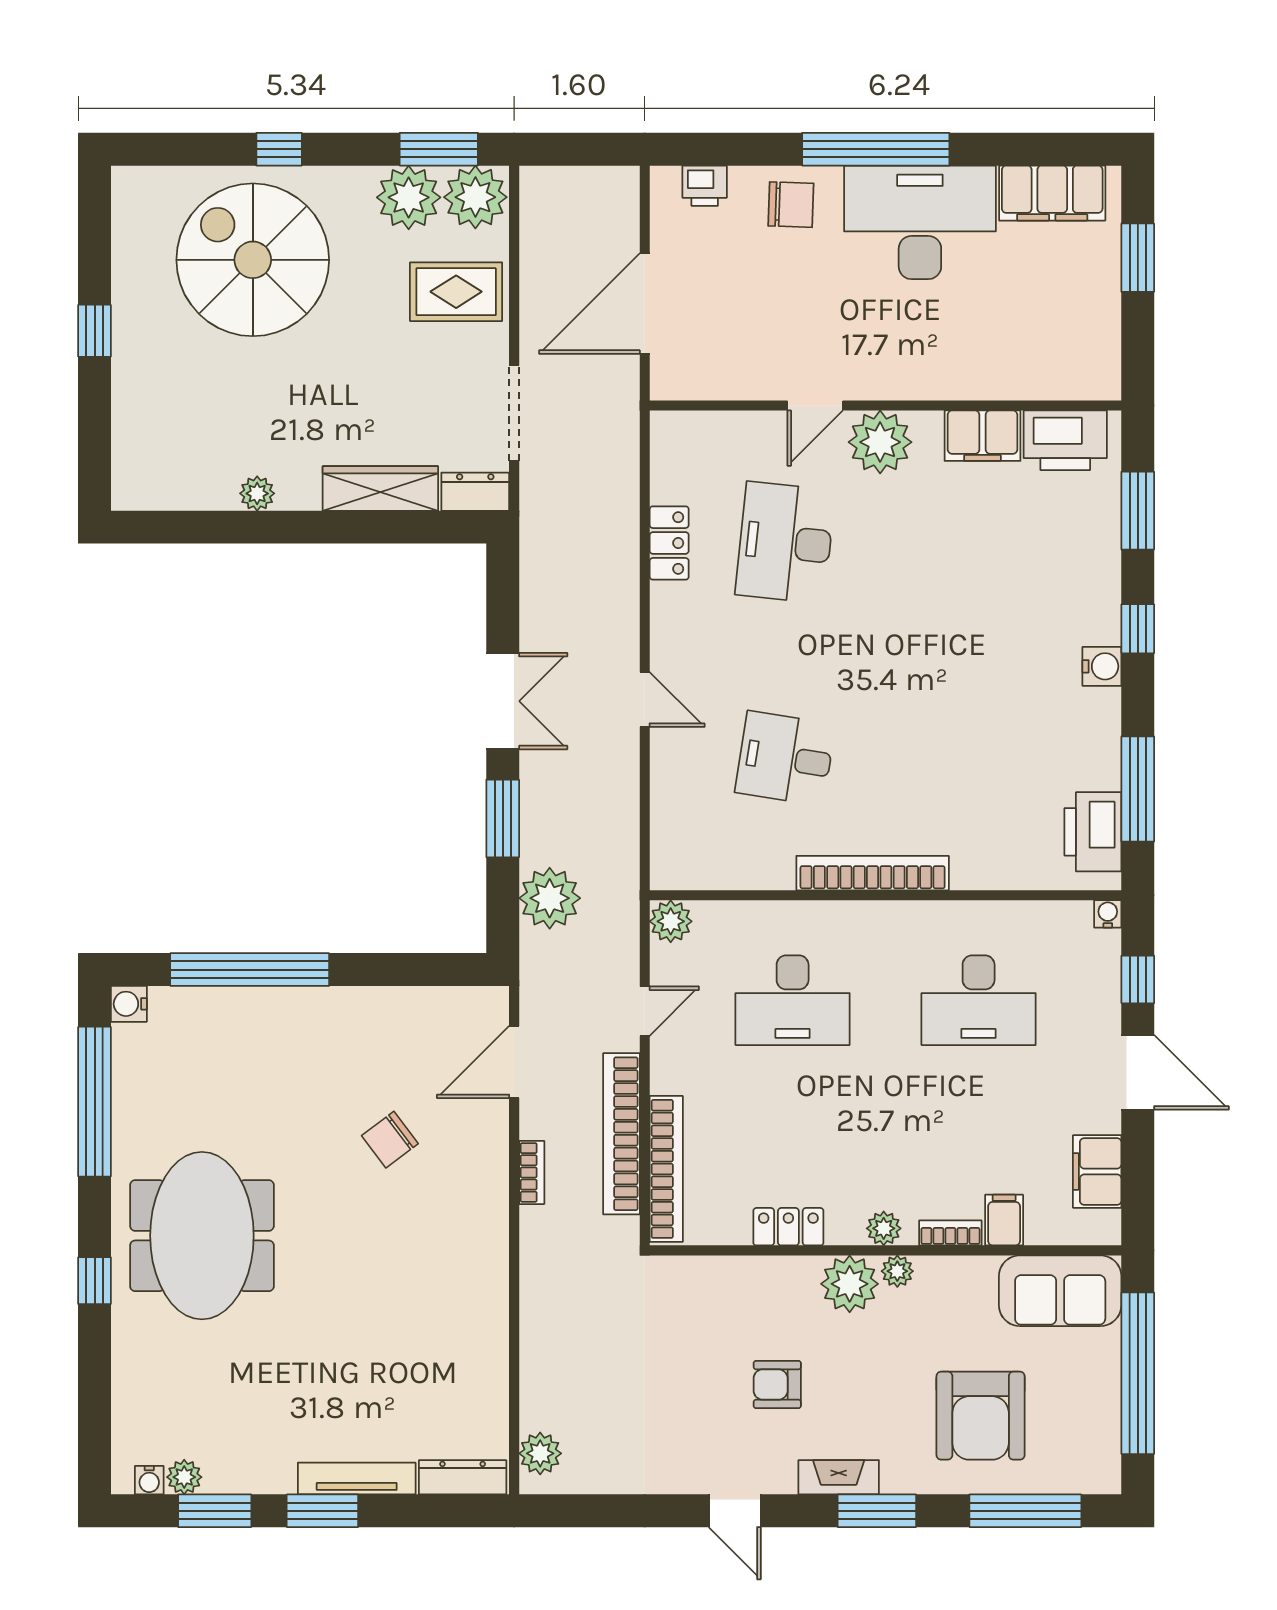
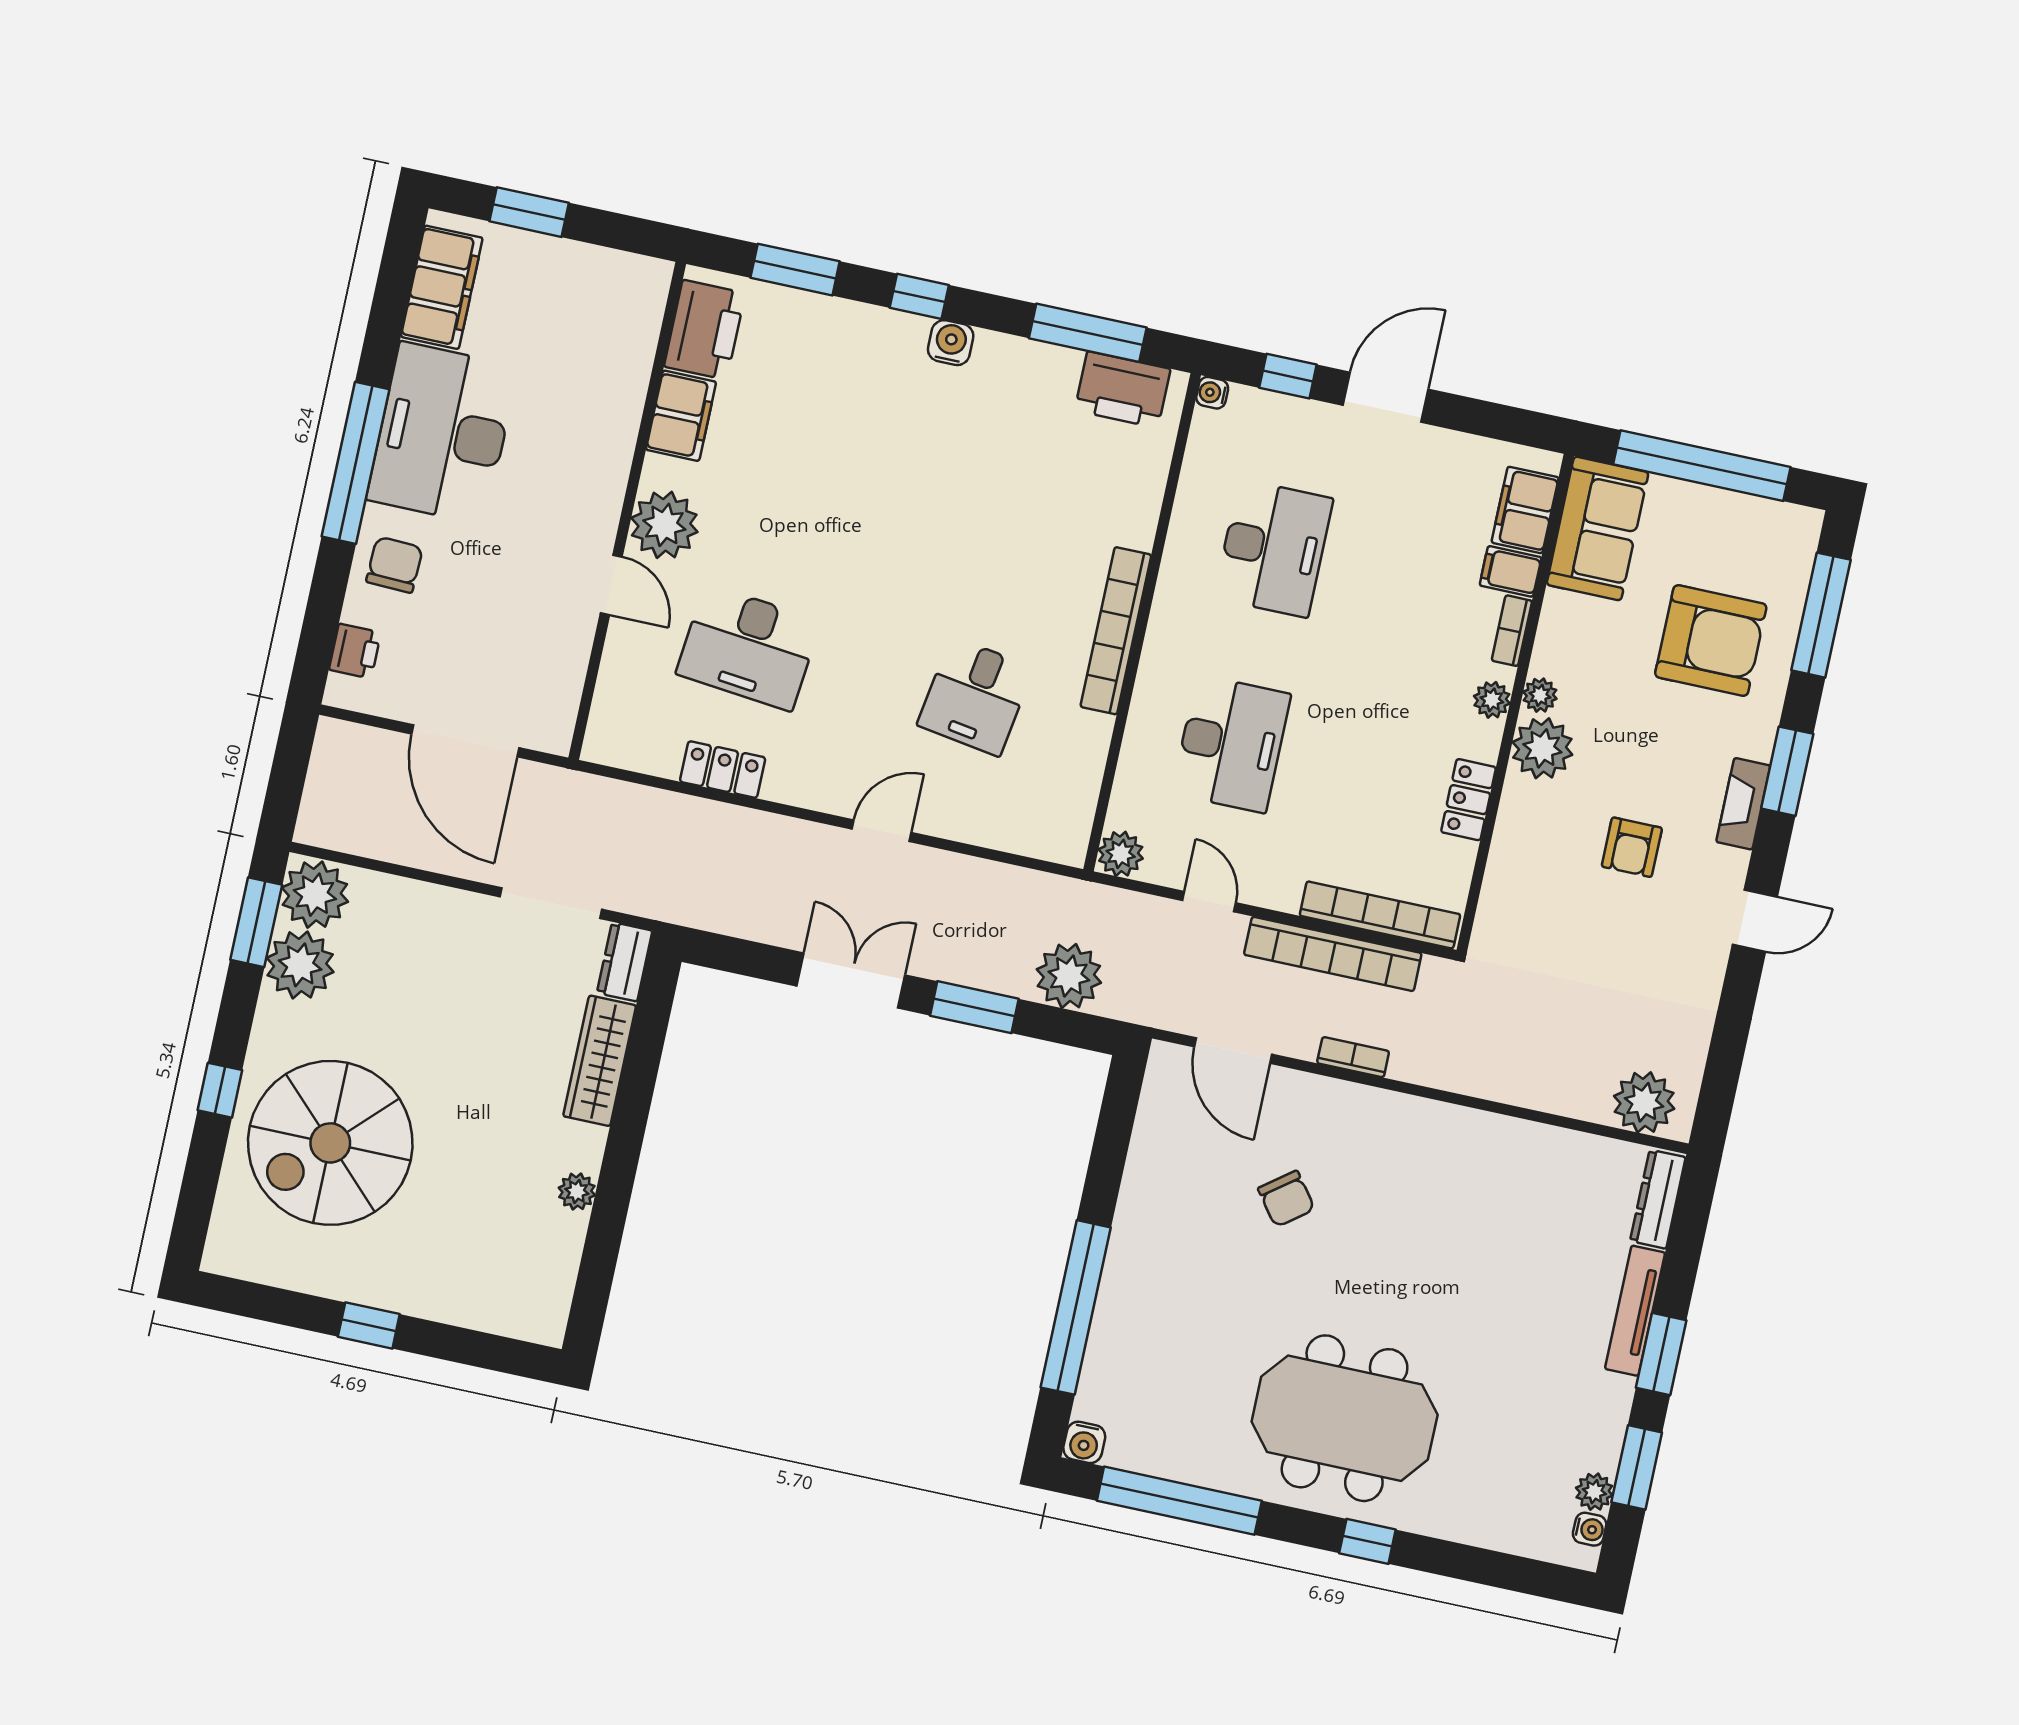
rug: (456, 292) -> (410, 936), removed
filing cabinet: (1097, 1171) -> (1525, 510), moved, turned 90
plant: (540, 1453) -> (1644, 1102), width x1.36, depth x1.36

